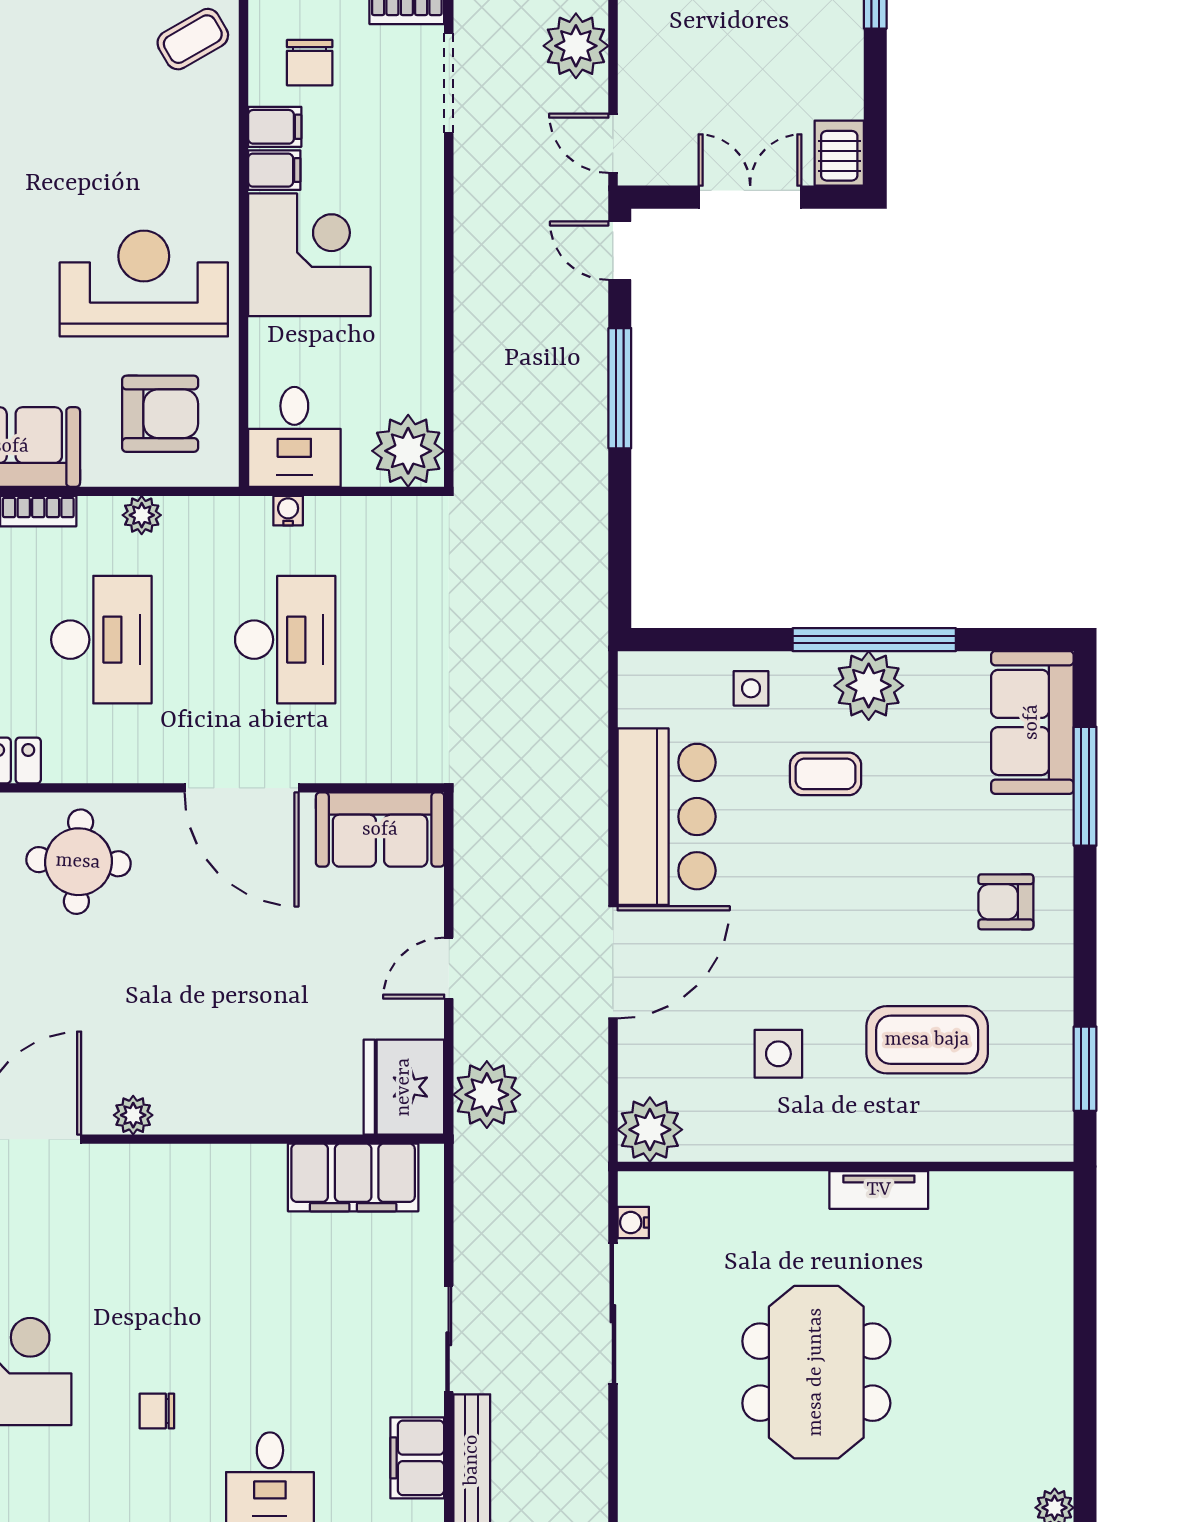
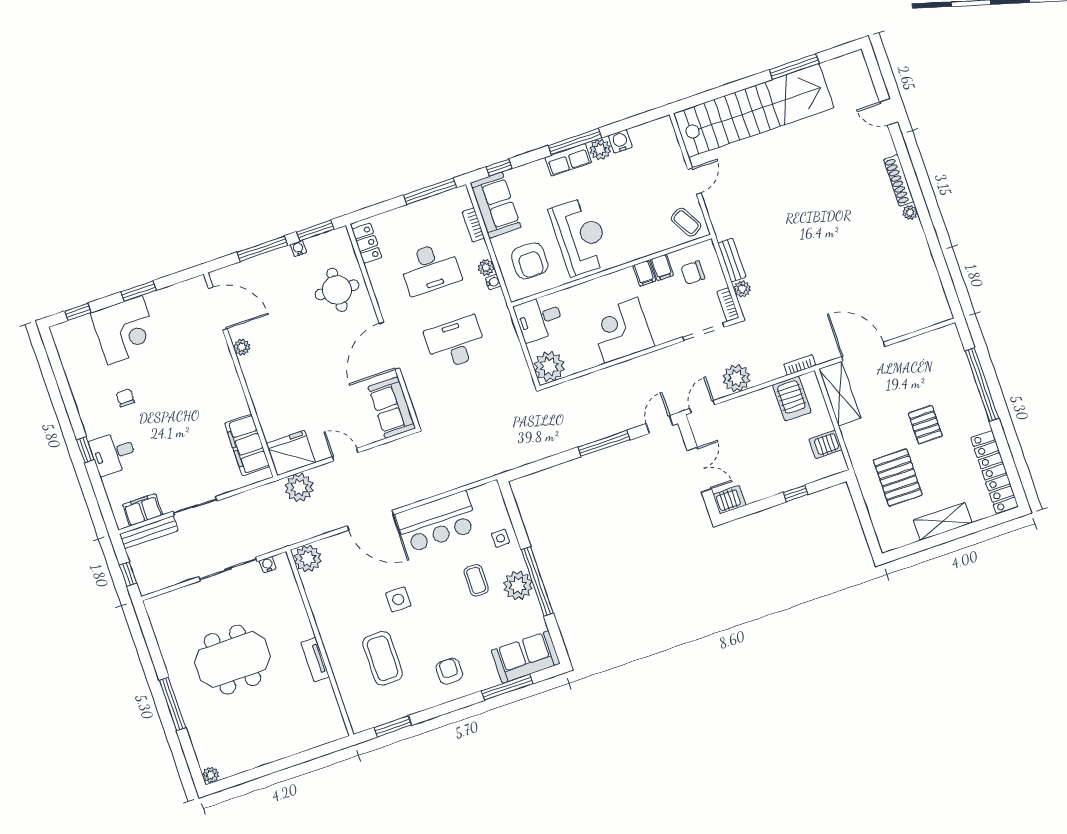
corner desk: (309, 255) -> (621, 330), moved, turned 180
water cooler: (288, 511) -> (493, 282), moved
desk: (285, 640) -> (456, 343), turned 180
side table: (778, 1054) -> (398, 599), moved

